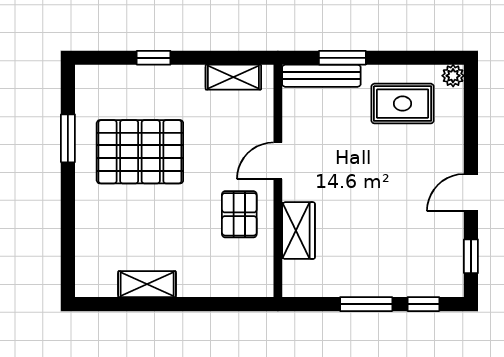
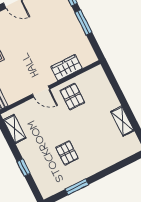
pallet: (140, 152) -> (67, 153), width x0.49, depth x0.50
pallet: (239, 214) -> (72, 97), turned 90

